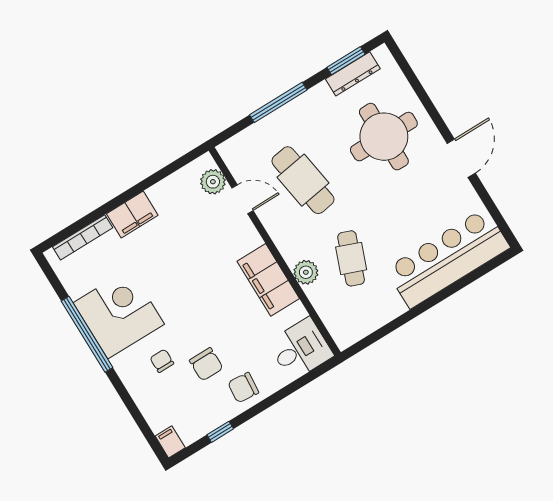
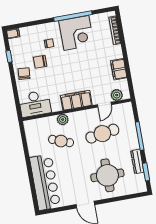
dresser: (353, 74) -> (137, 161), moved
filing cabinet: (132, 215) -> (119, 69), moved
filing cabinet: (268, 280) -> (76, 100), moved
desk: (301, 349) -> (35, 104), width x1.37

